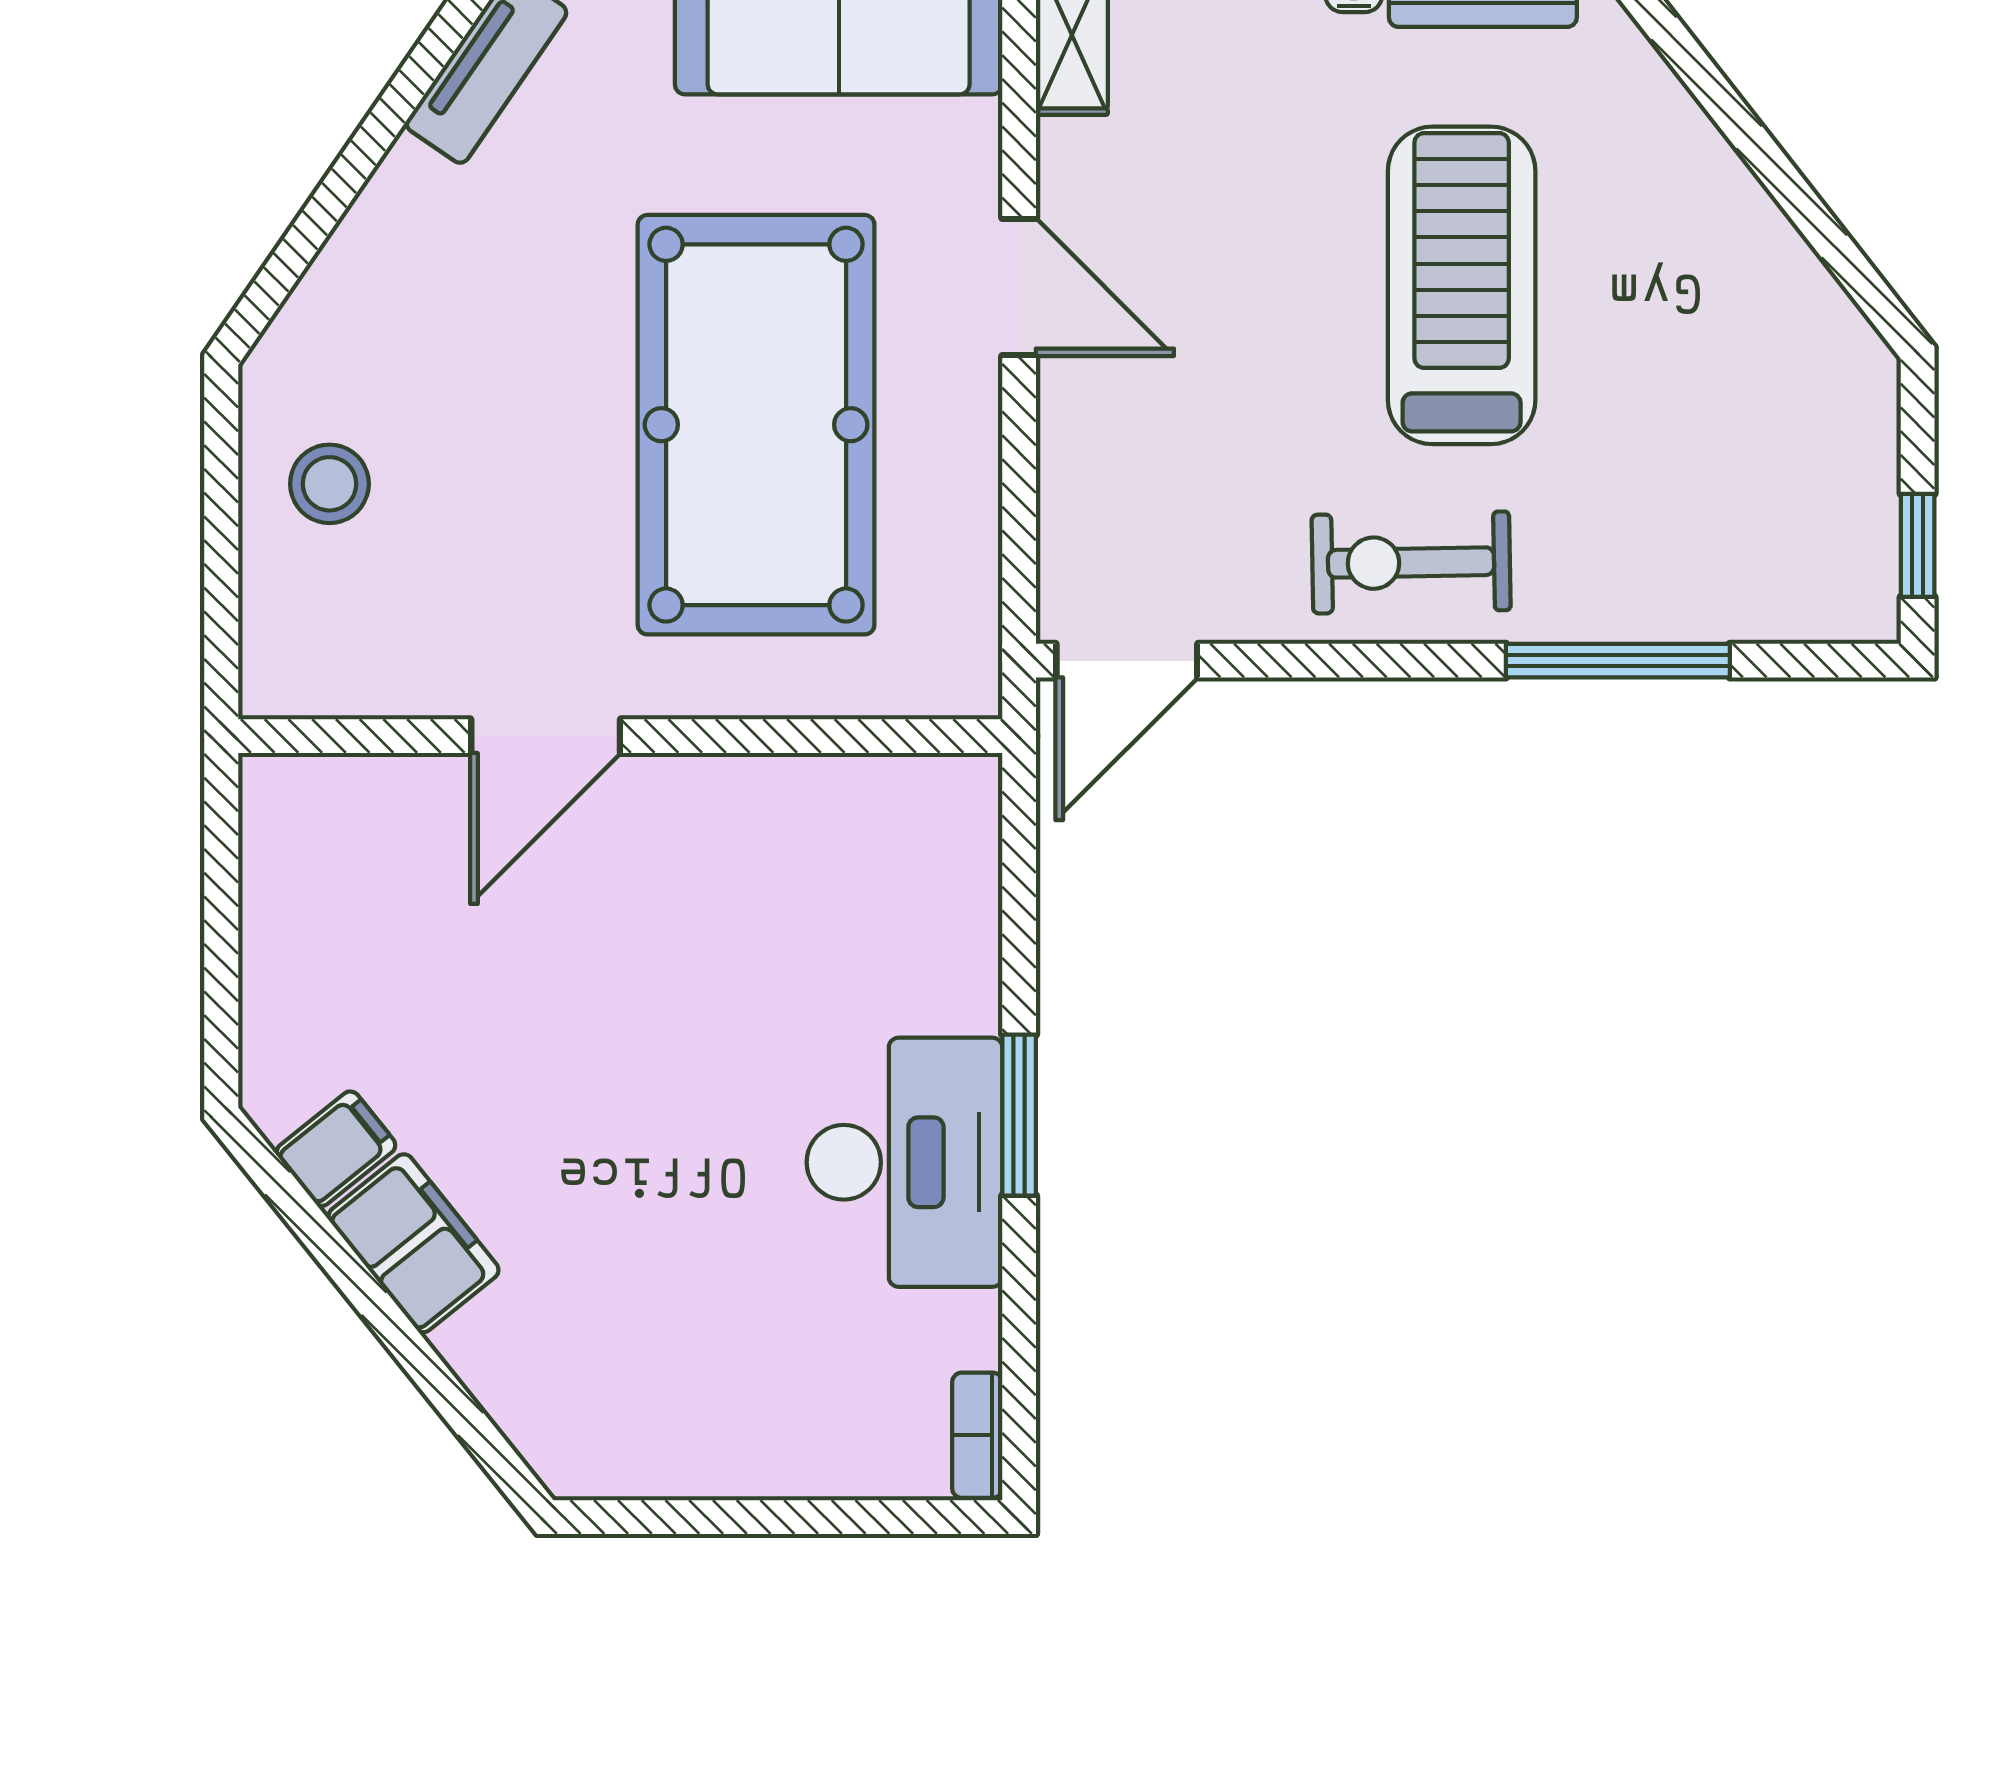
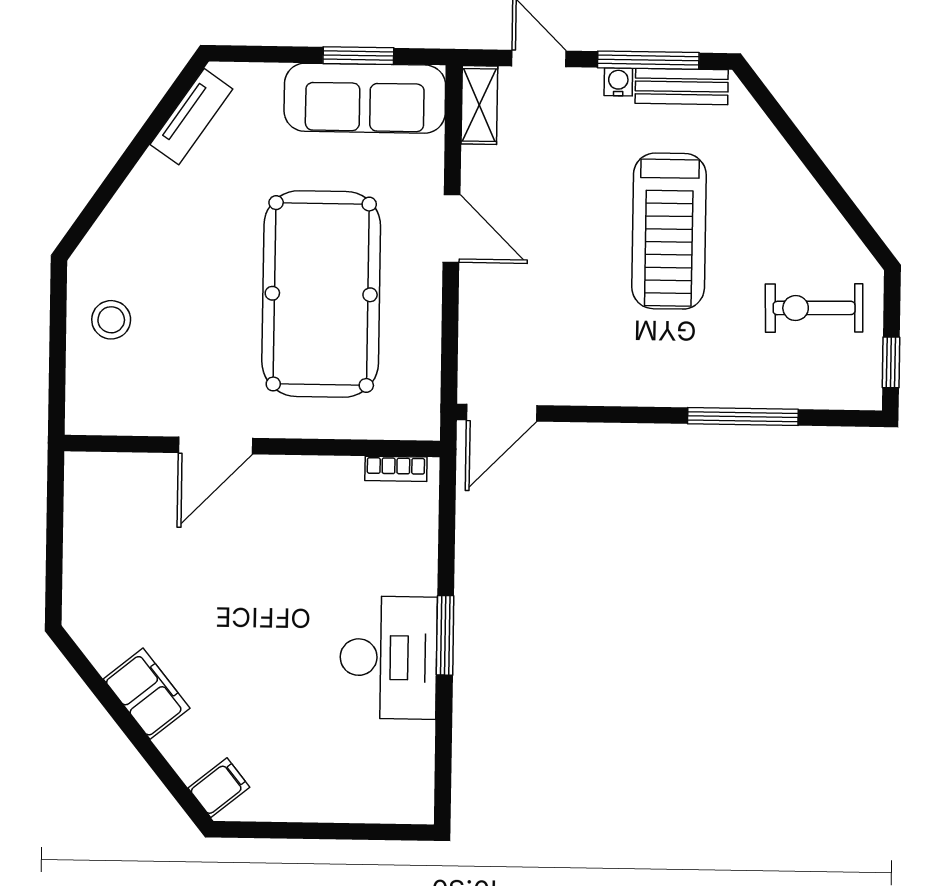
treadmill: (1462, 285) -> (669, 231), turned 180
exercise bike: (1411, 563) -> (814, 308), moved
filing cabinet: (336, 1149) -> (219, 788), moved
bookcase: (977, 1435) -> (396, 469), moved, turned -90

